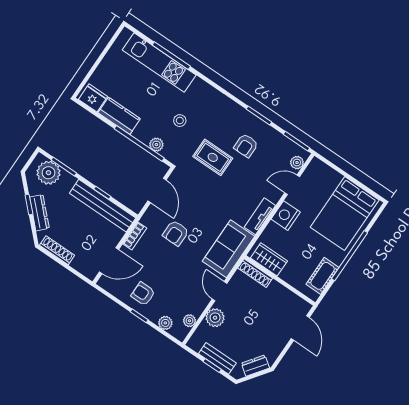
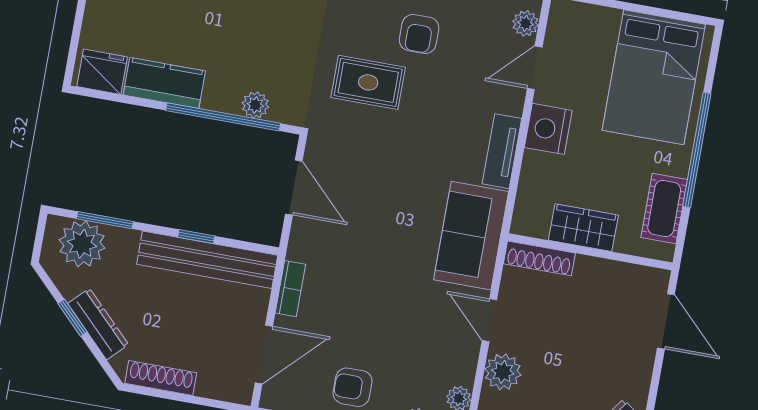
stool: (180, 121) -> (278, 42), removed
armchair: (176, 233) -> (362, 250), removed
wardrobe: (269, 259) -> (583, 228), moved

